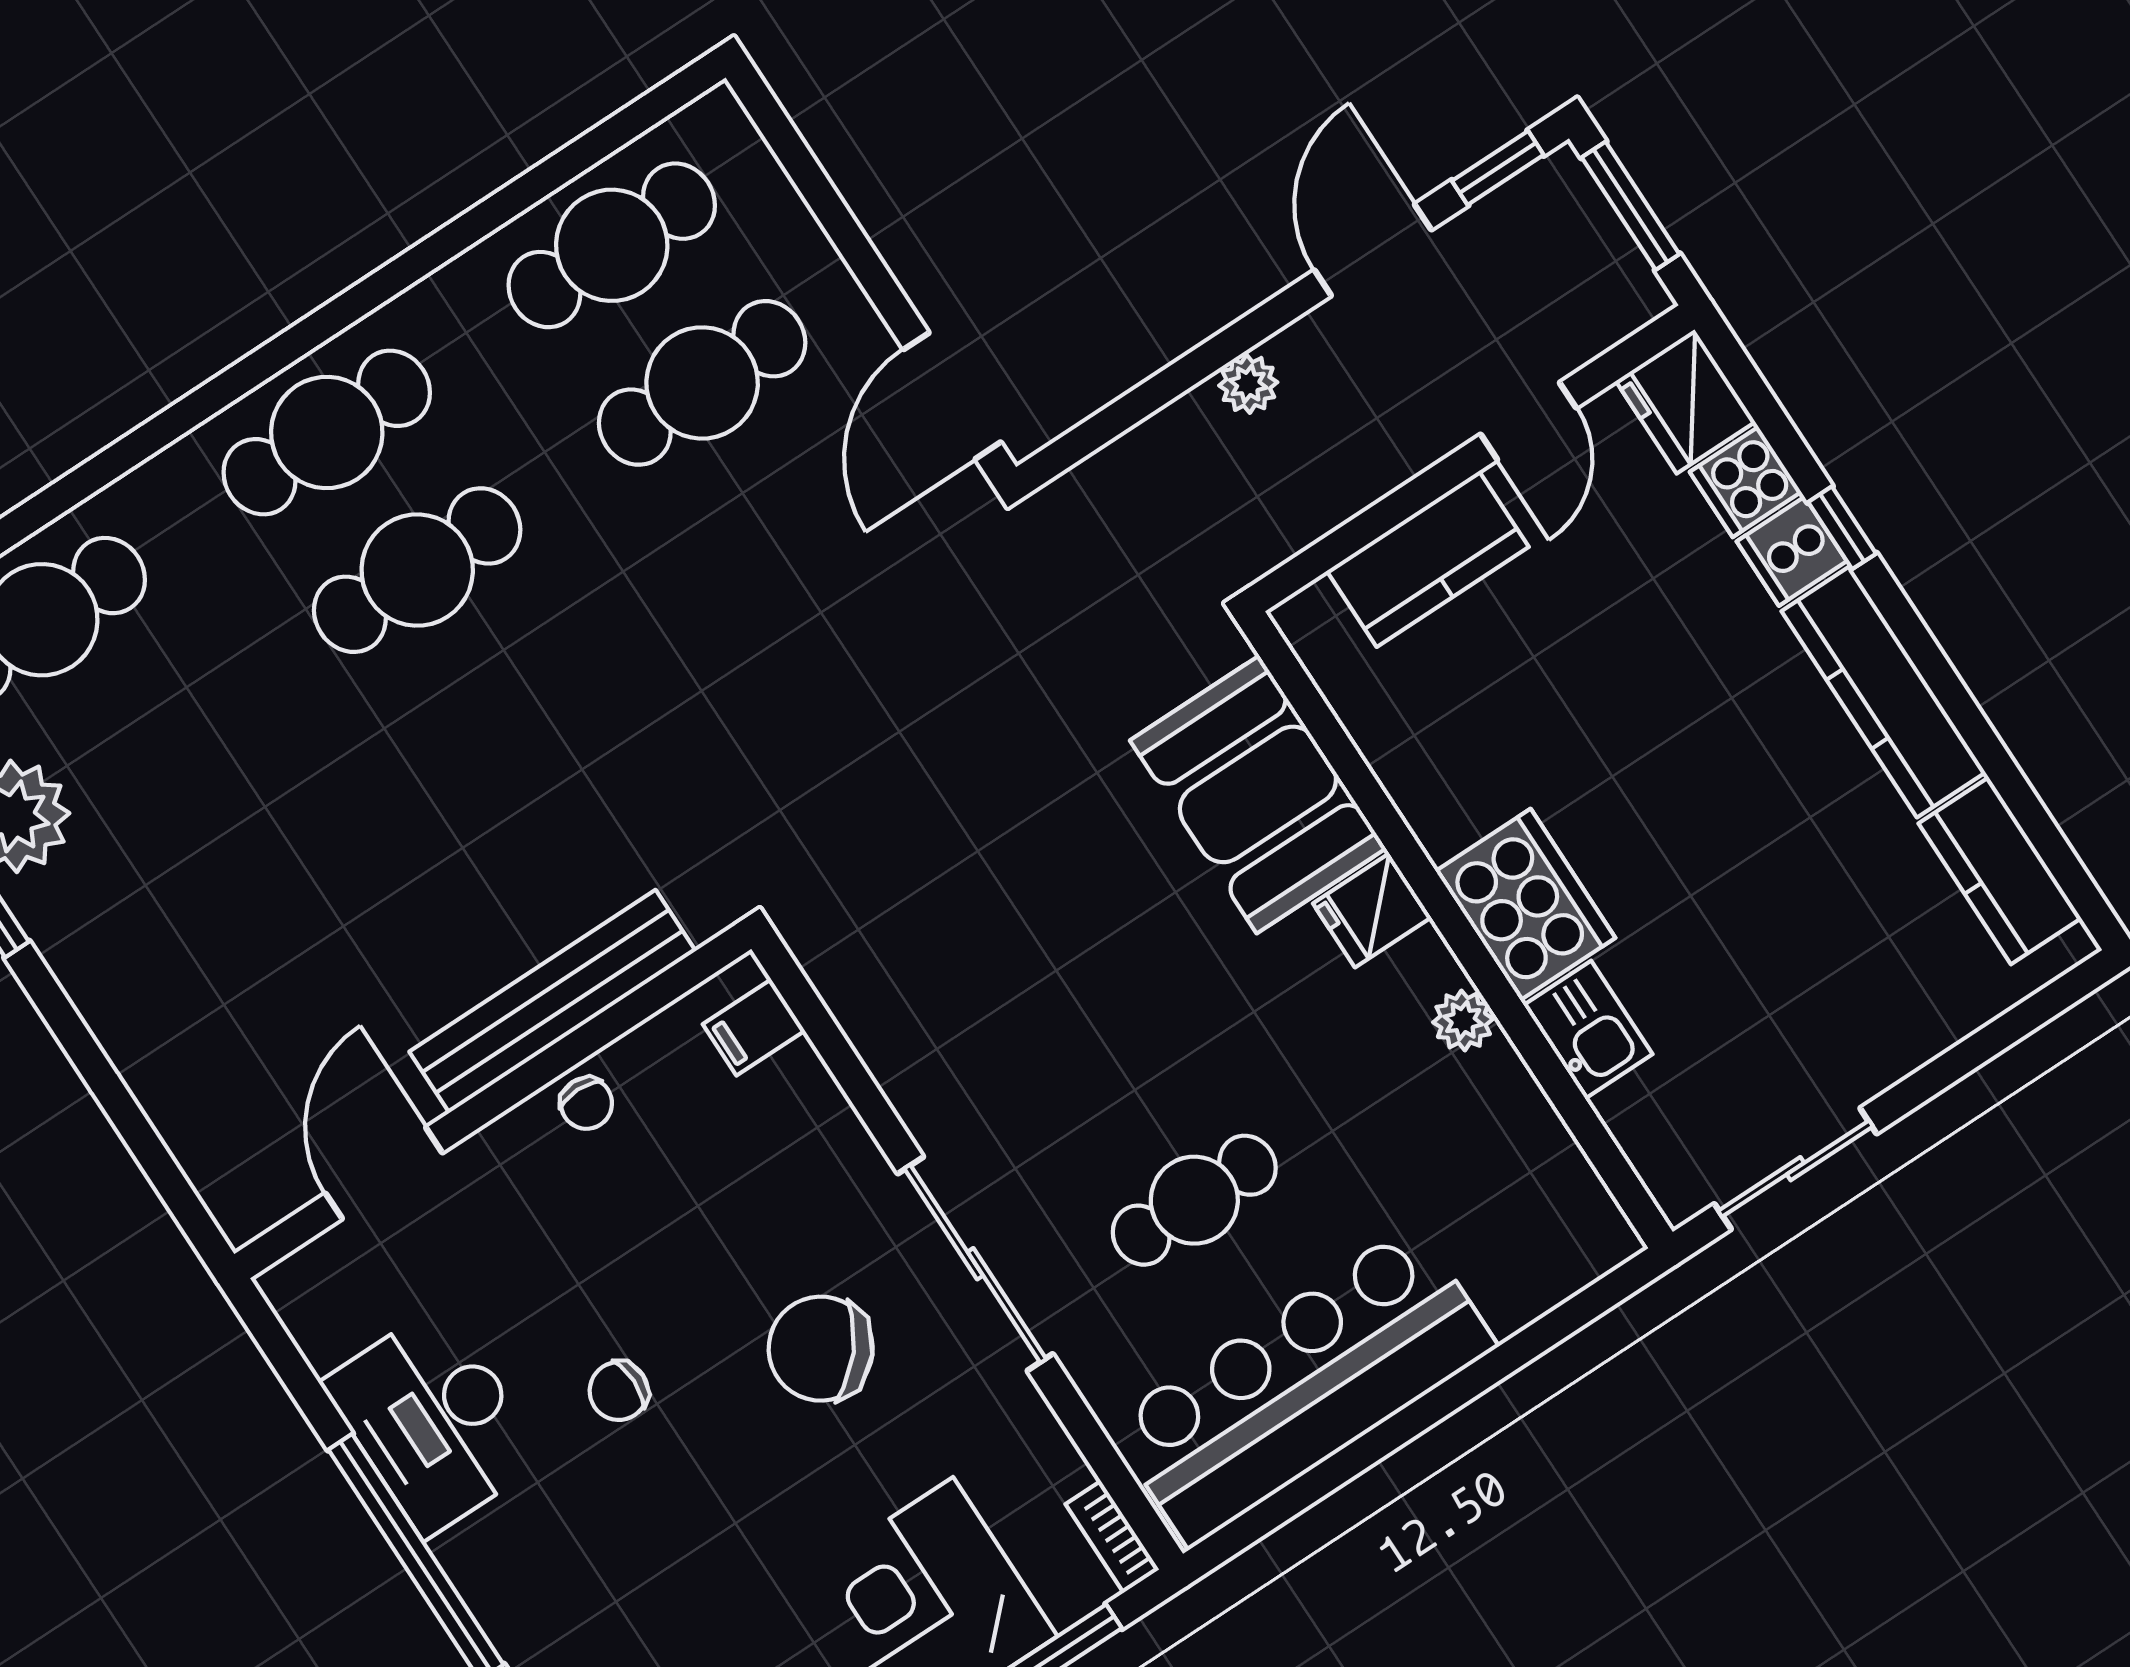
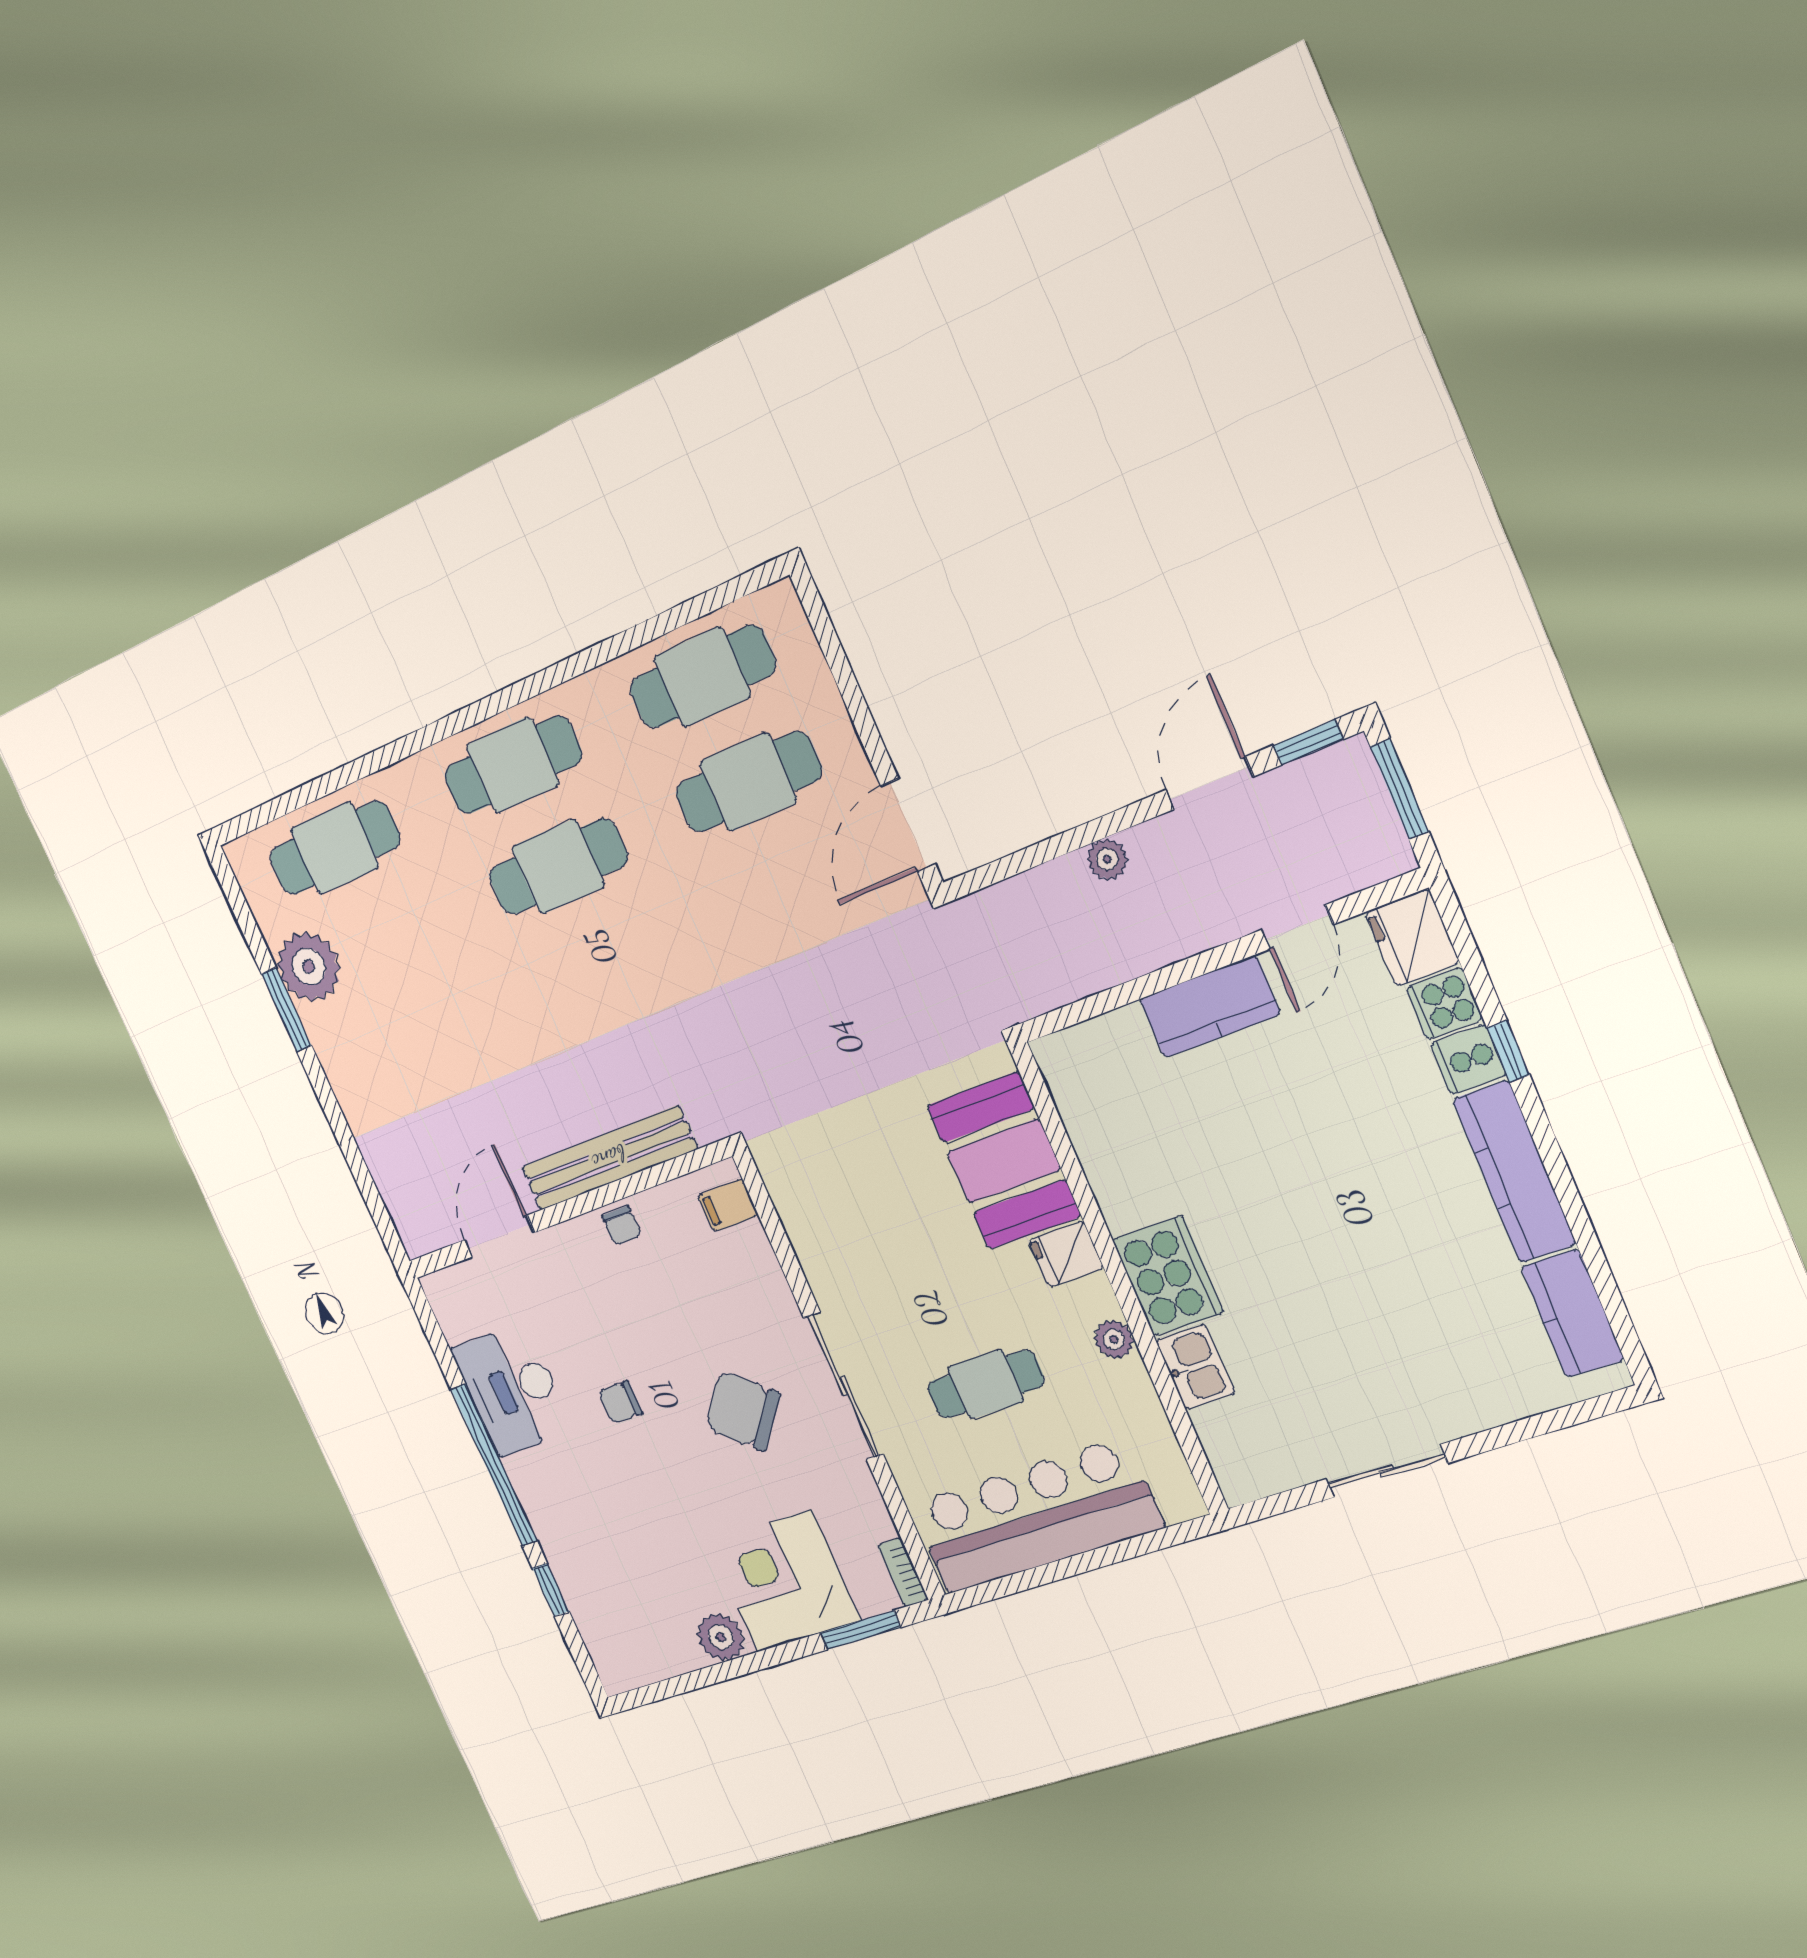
booth: (1258, 794) -> (1004, 1161), moved
cooker: (1525, 905) -> (1168, 1276), moved
fridge: (1372, 910) -> (1066, 1254), moved
wall: (1457, 930) -> (1120, 1281), moved
plant: (1463, 1021) -> (1114, 1339), moved
kitchen sink: (1588, 1030) -> (1195, 1367), moved

